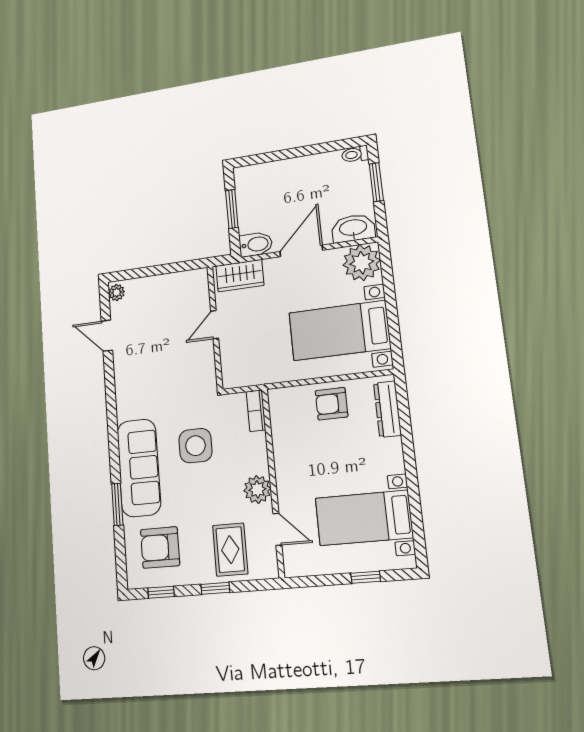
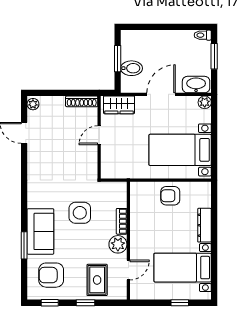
bidet: (256, 244) -> (131, 68), moved
plant: (362, 263) -> (205, 102), width x0.53, depth x0.53
shoe rack: (185, 278) -> (82, 101), added
dresser: (387, 409) -> (204, 225), moved
bookcase: (256, 411) -> (122, 221), moved
sofa: (139, 468) -> (40, 231), width x0.73
door: (277, 529) -> (128, 270), hinge flipped

